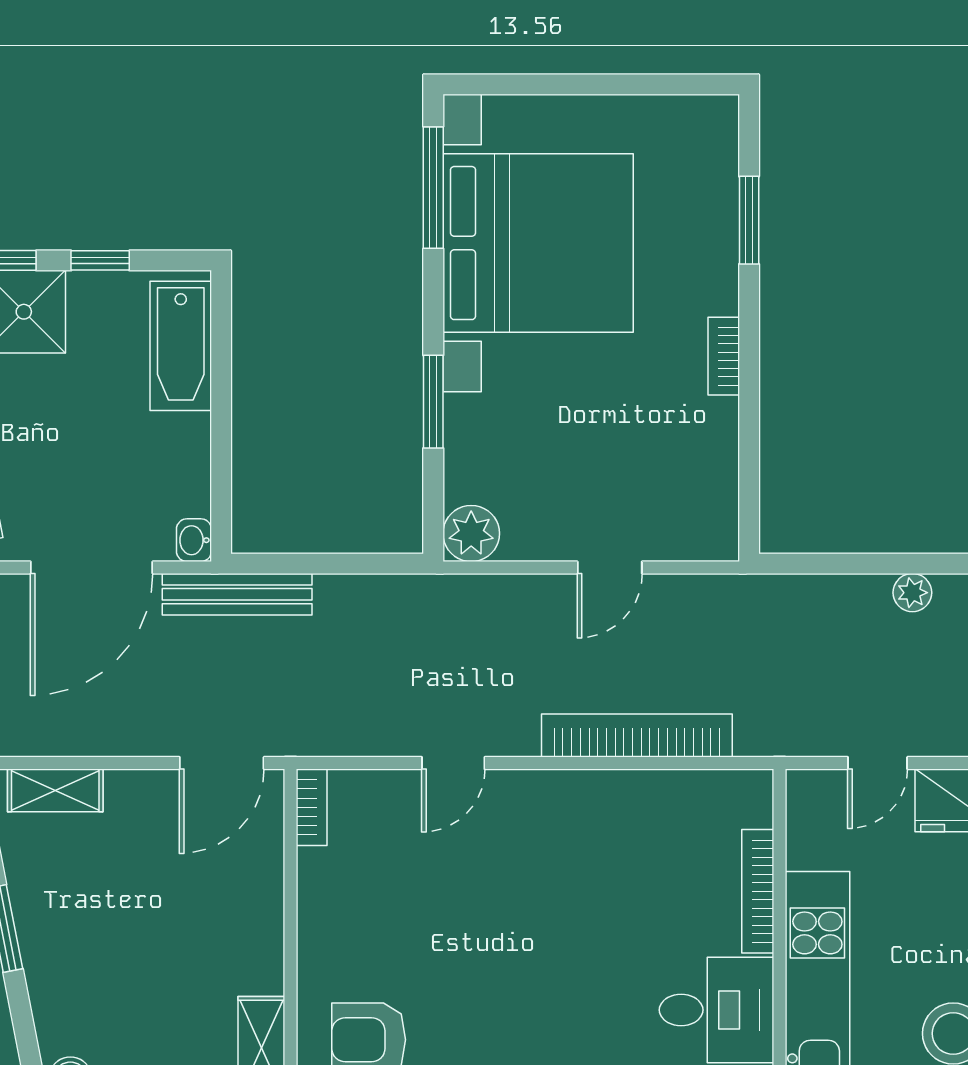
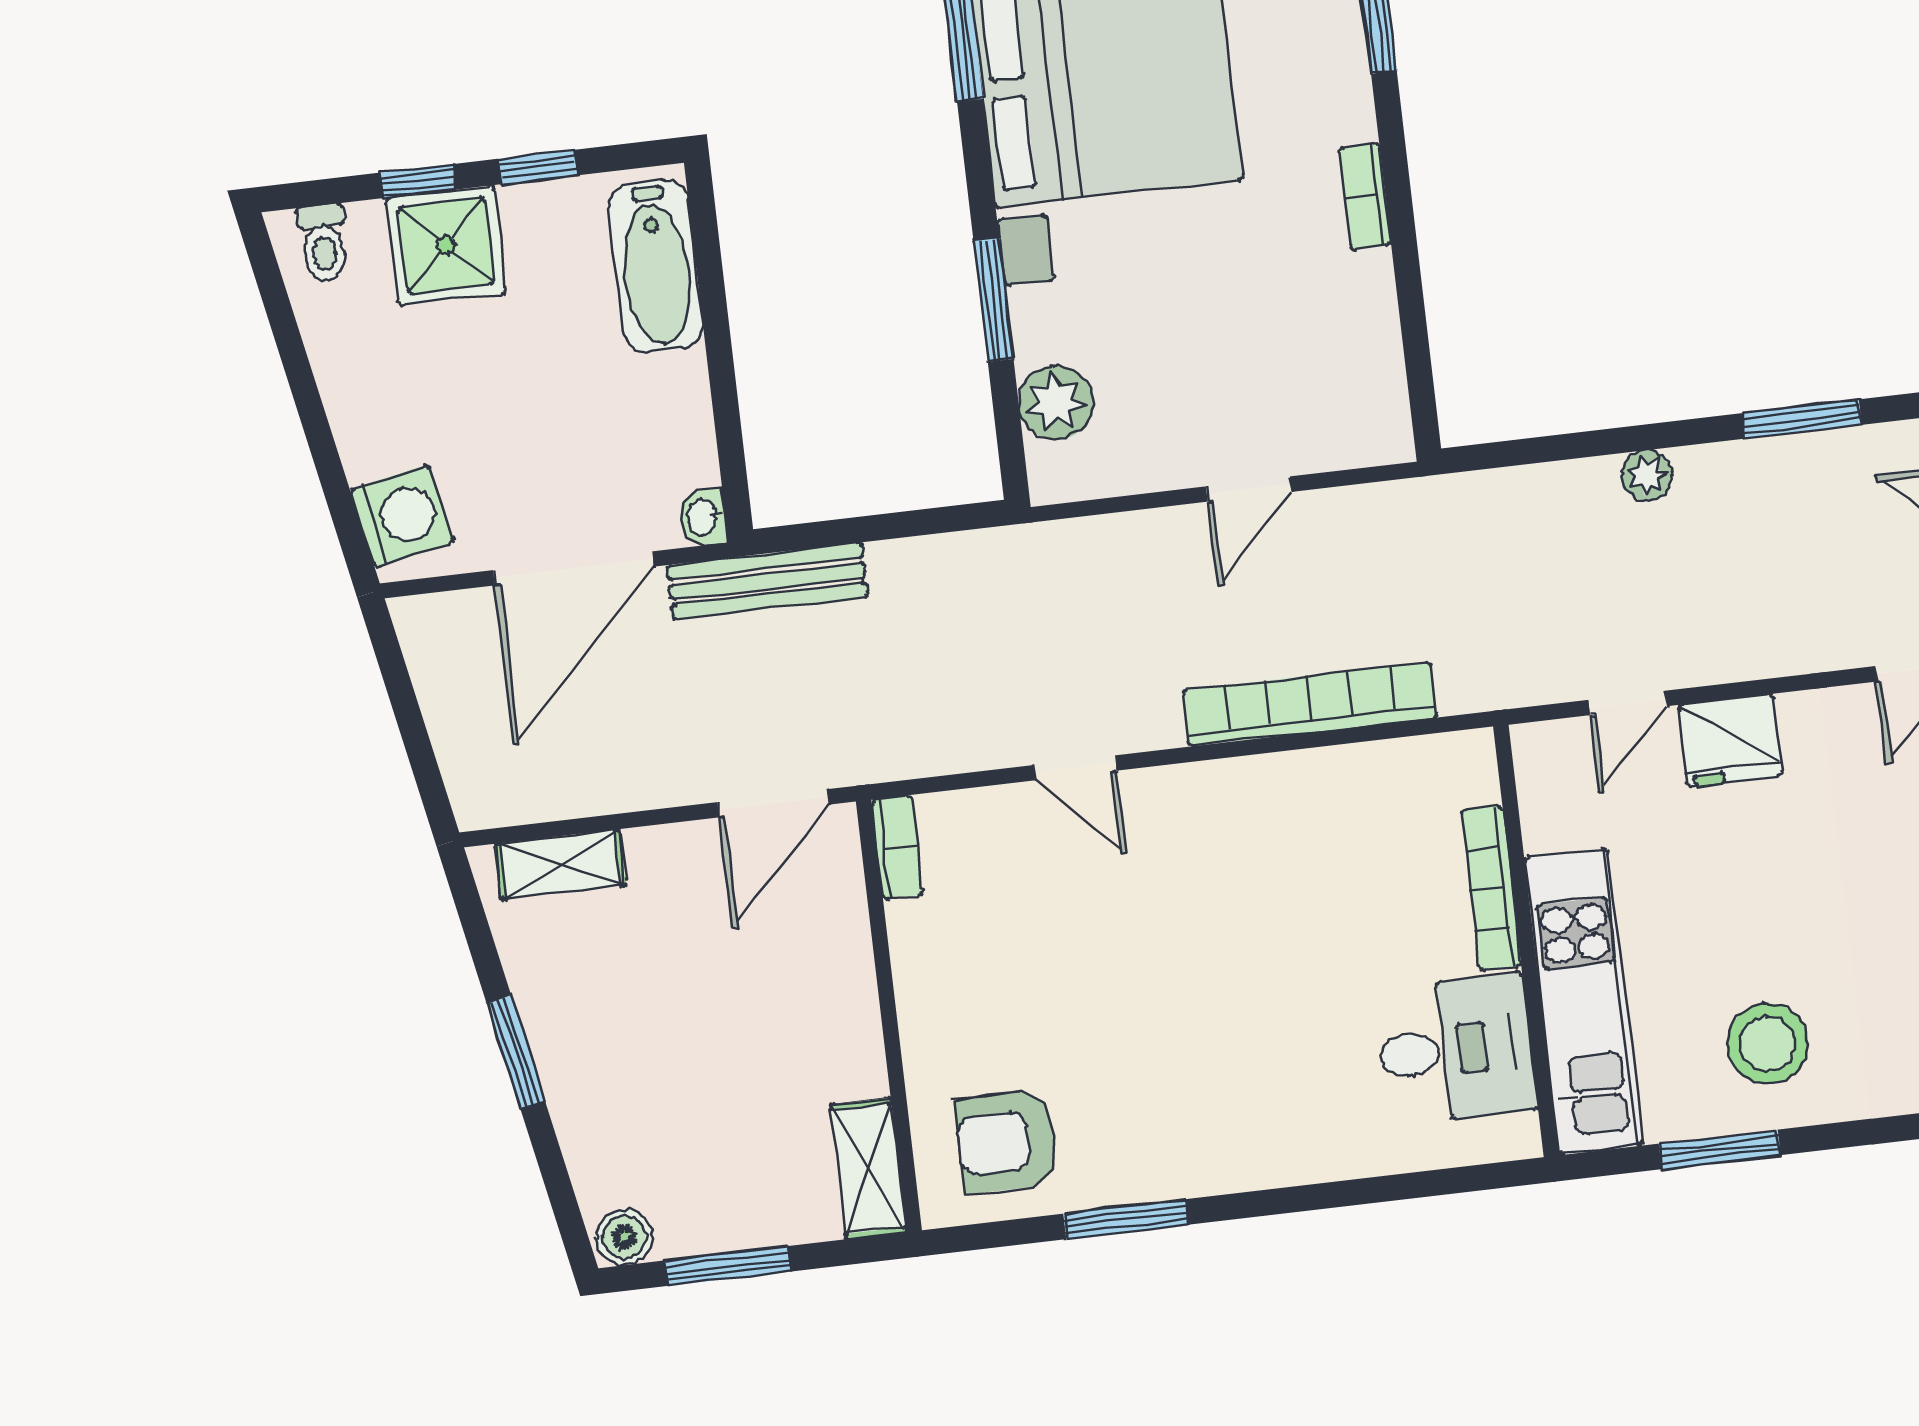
plant: (471, 533) -> (1056, 403), moved
door: (453, 763) -> (1075, 768), hinge flipped

